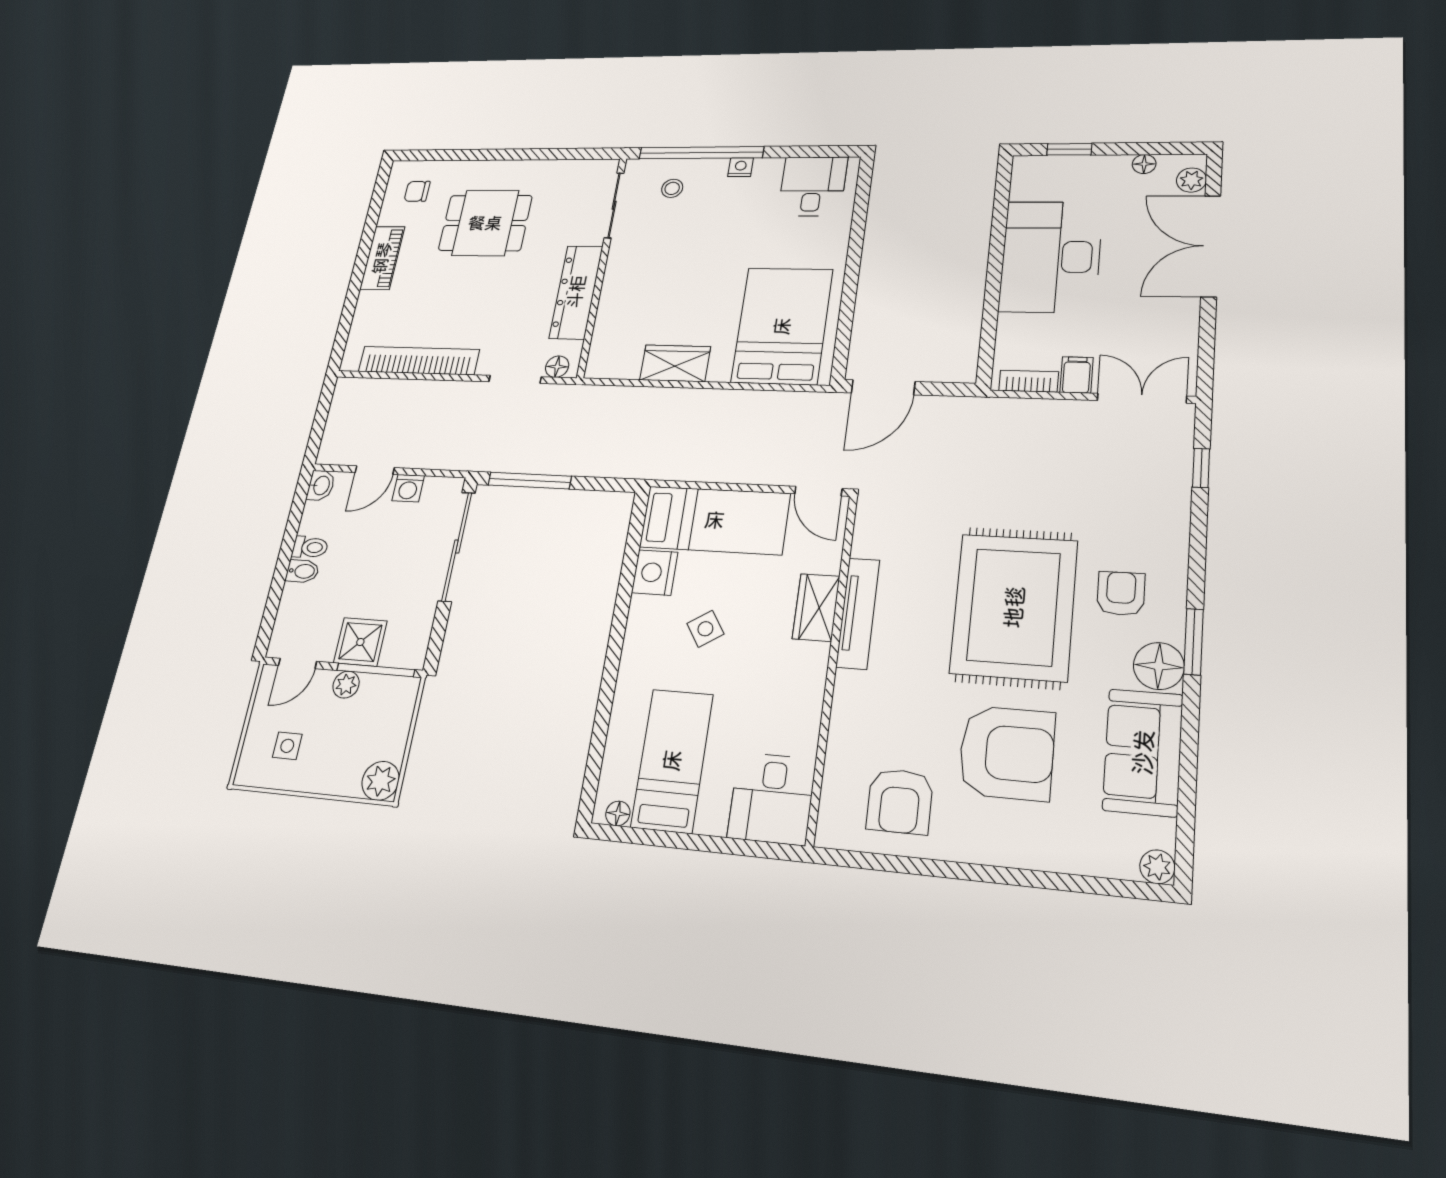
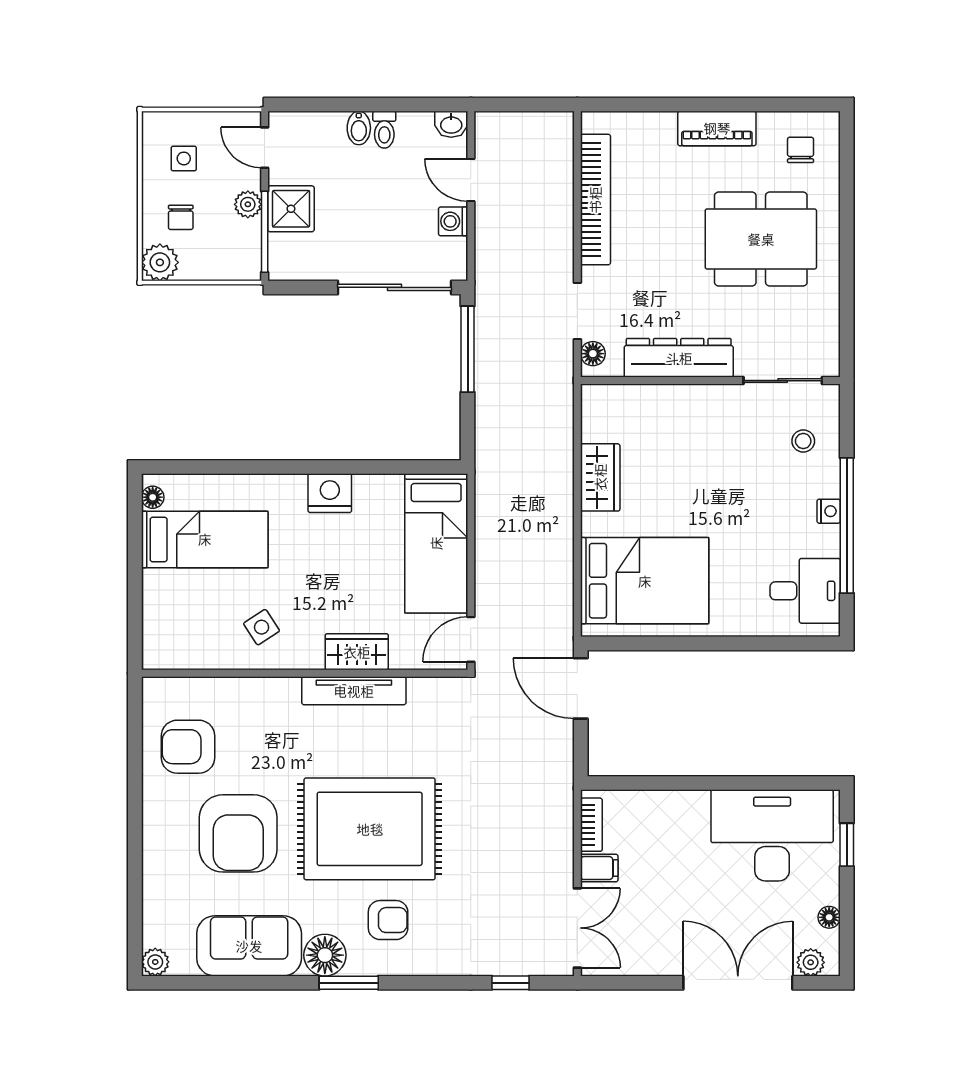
window: (701, 153) -> (847, 525), moved
dining table: (485, 223) -> (761, 239), width x1.38
desk: (1051, 257) -> (772, 835), moved
nightstand: (655, 572) -> (330, 493), moved
side table: (705, 629) -> (262, 627), moved
chair: (342, 754) -> (181, 217), added
desk: (772, 799) -> (180, 635), removed

